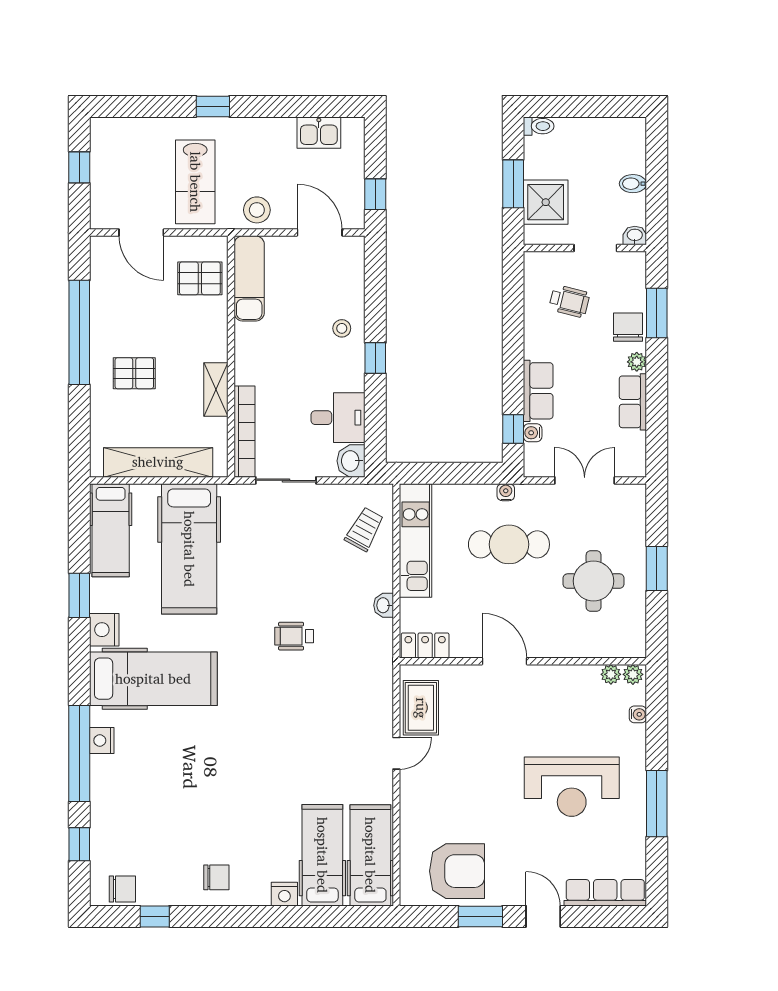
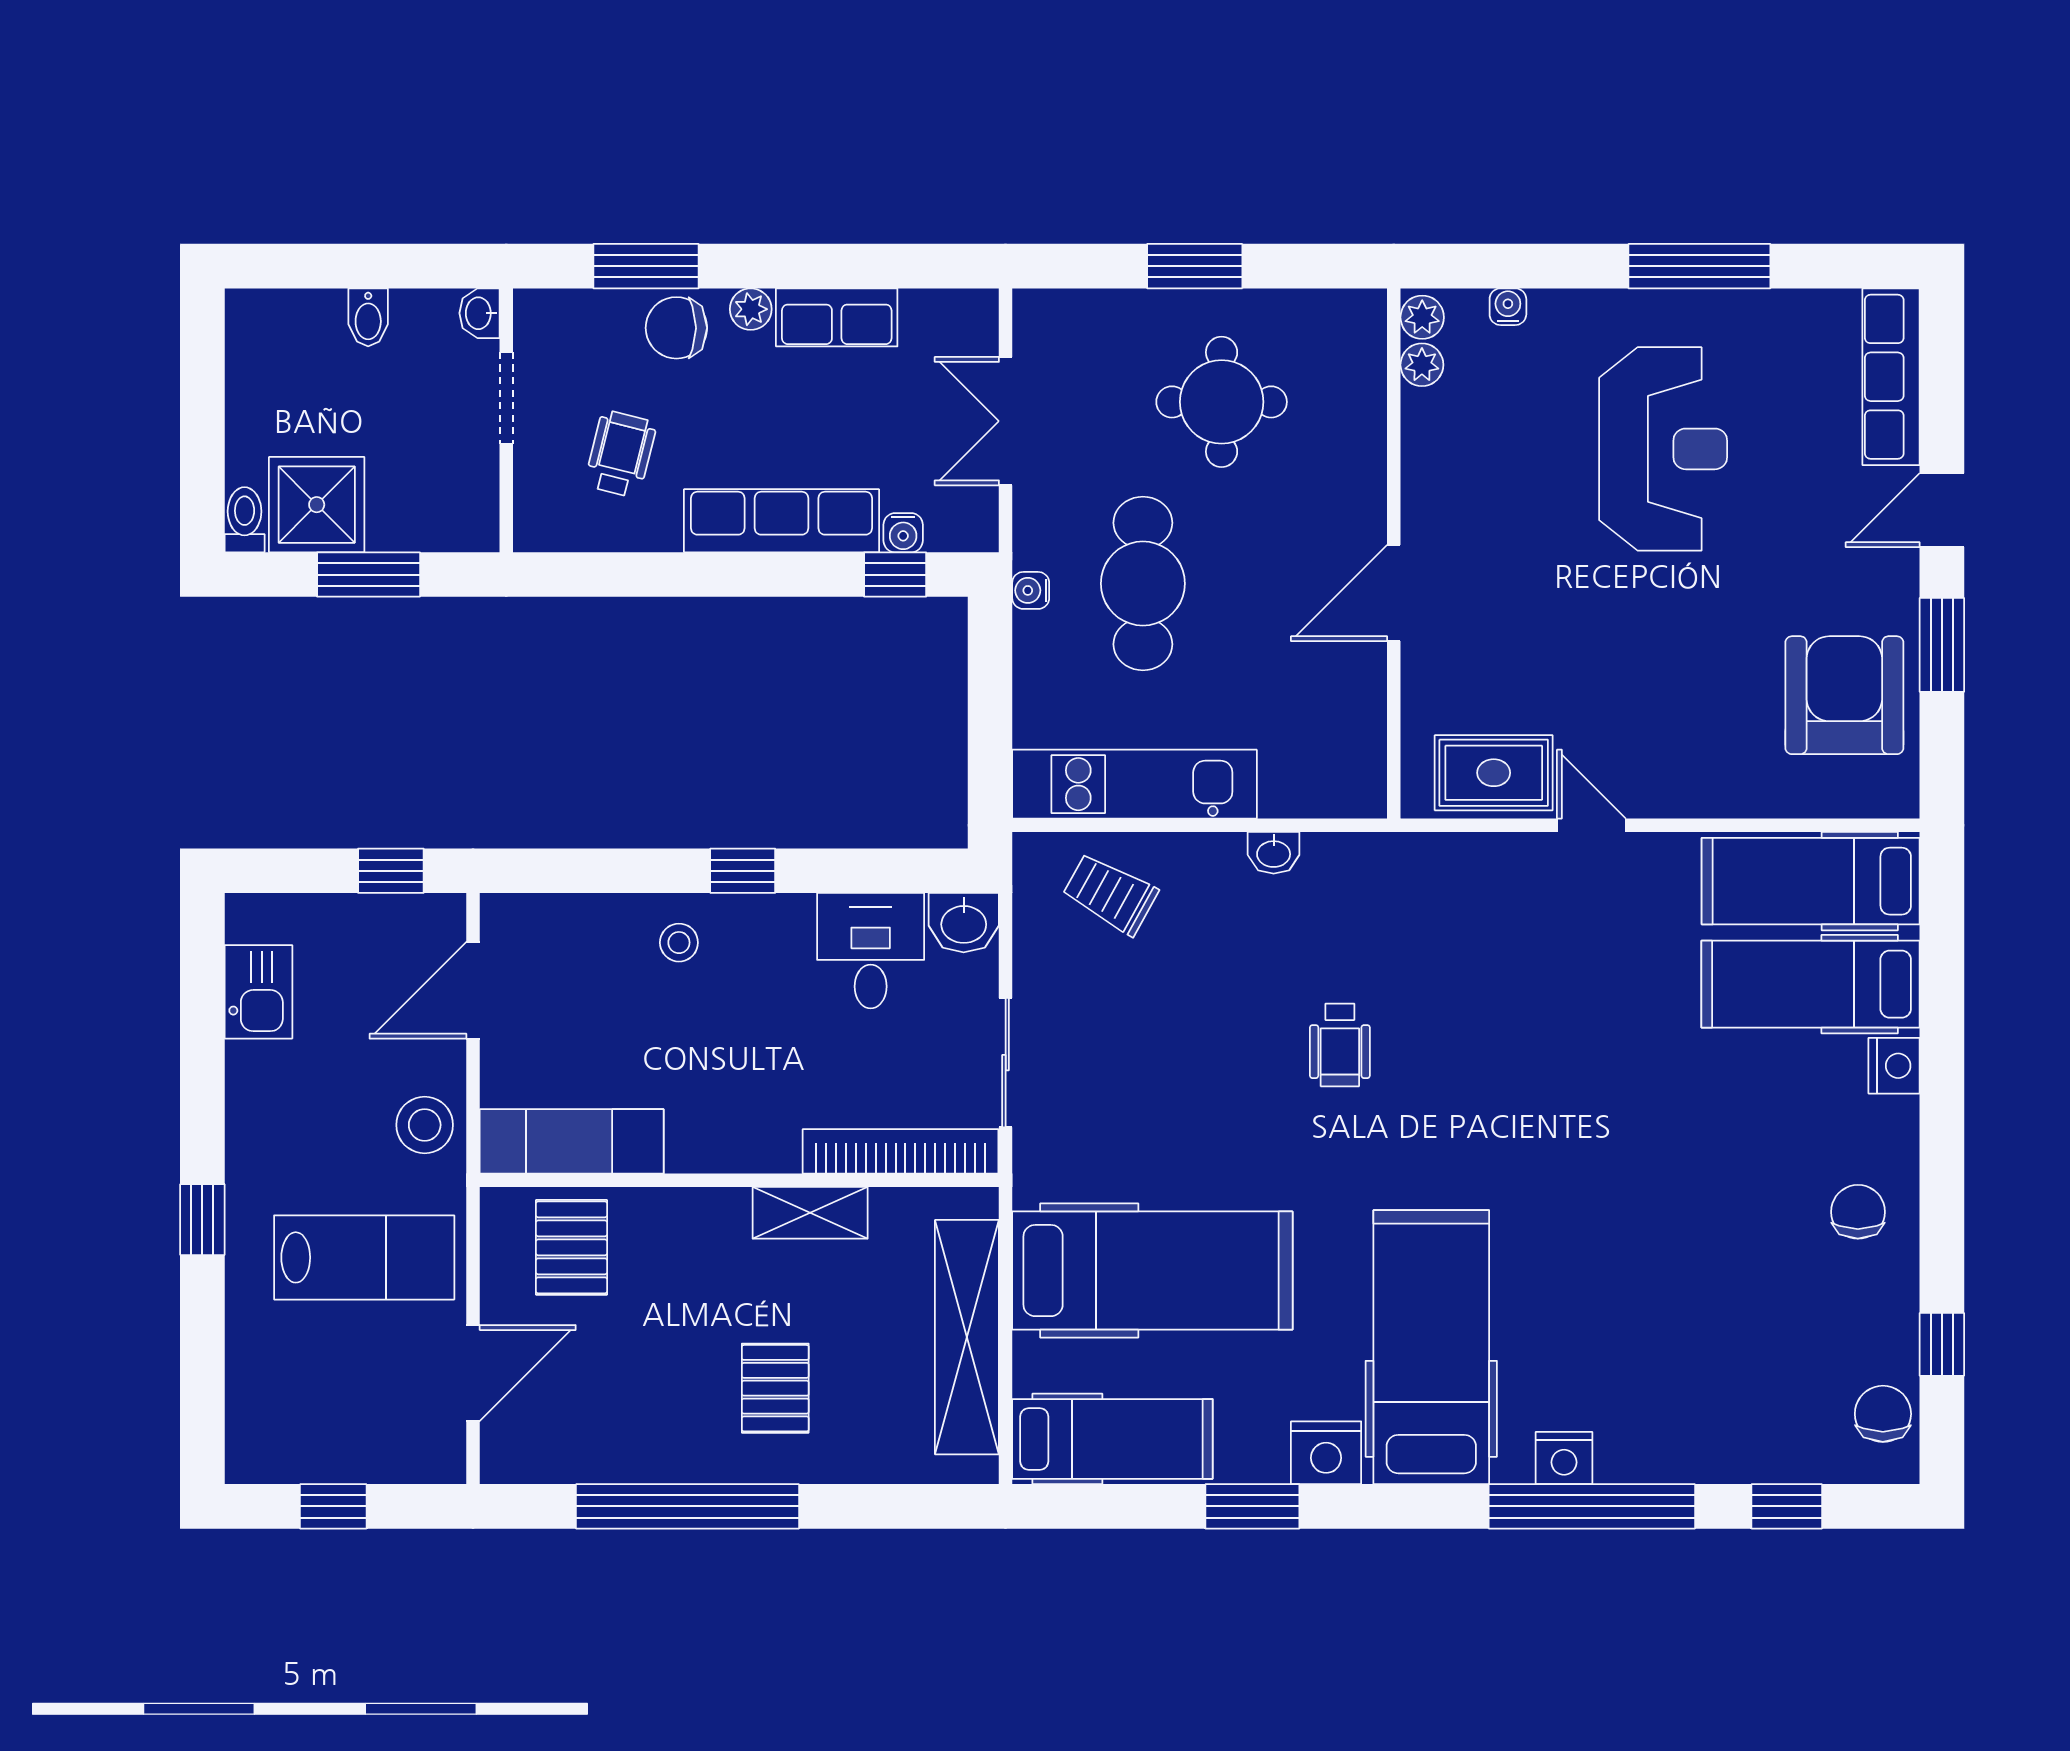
shower: (546, 202) -> (317, 505), moved
row of seats: (538, 391) -> (781, 521), width x1.48
locker: (425, 645) -> (1360, 764), removed

